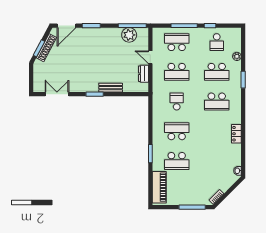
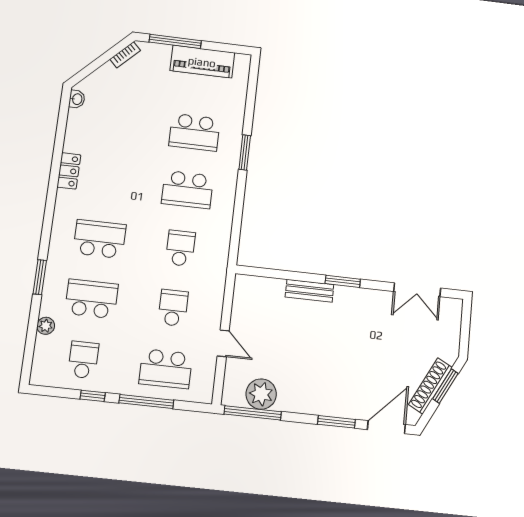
school desk: (177, 72) -> (173, 308), width x0.54
dresser: (143, 74) -> (241, 311), removed
school desk: (177, 102) -> (180, 248), turned 180
school desk: (177, 161) -> (194, 132), turned 180
piano: (159, 187) -> (202, 62), moved, turned -90

